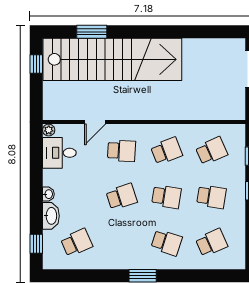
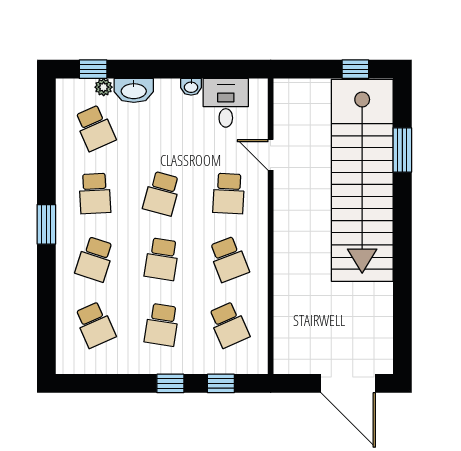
plant: (49, 130) -> (104, 87), moved
washbasin: (48, 194) -> (191, 87), moved
school desk: (122, 197) -> (162, 194), turned 33
school desk: (122, 243) -> (95, 194), added

